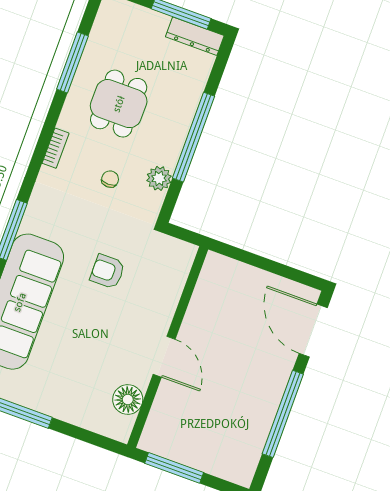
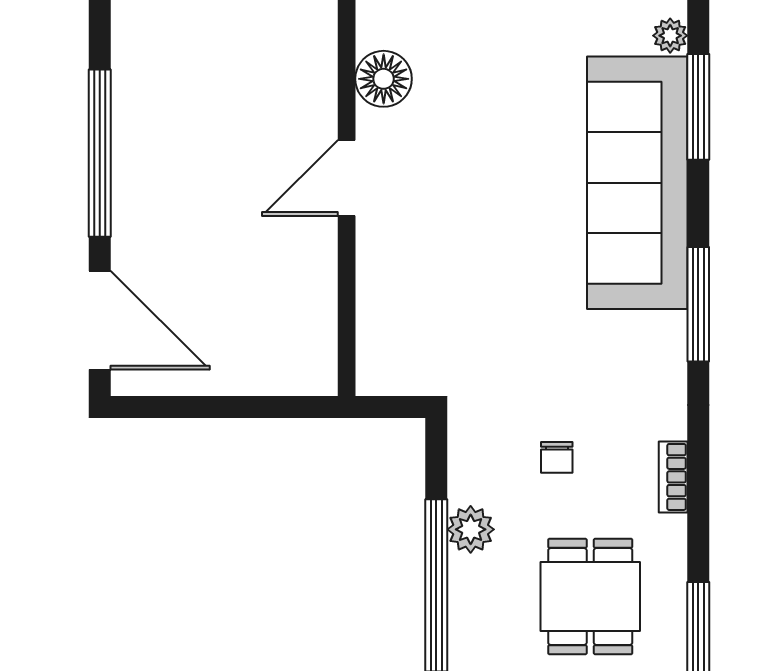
plant: (159, 178) -> (471, 529), moved
armchair: (107, 271) -> (502, 292), removed
door: (164, 357) -> (347, 178), hinge flipped

